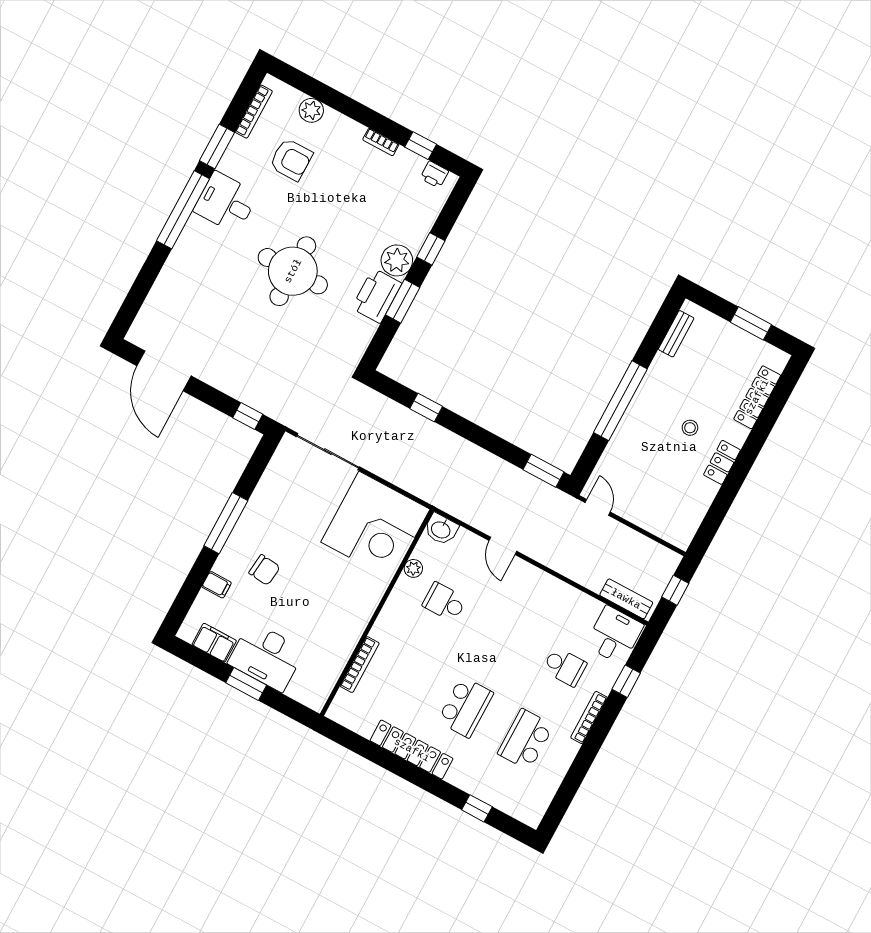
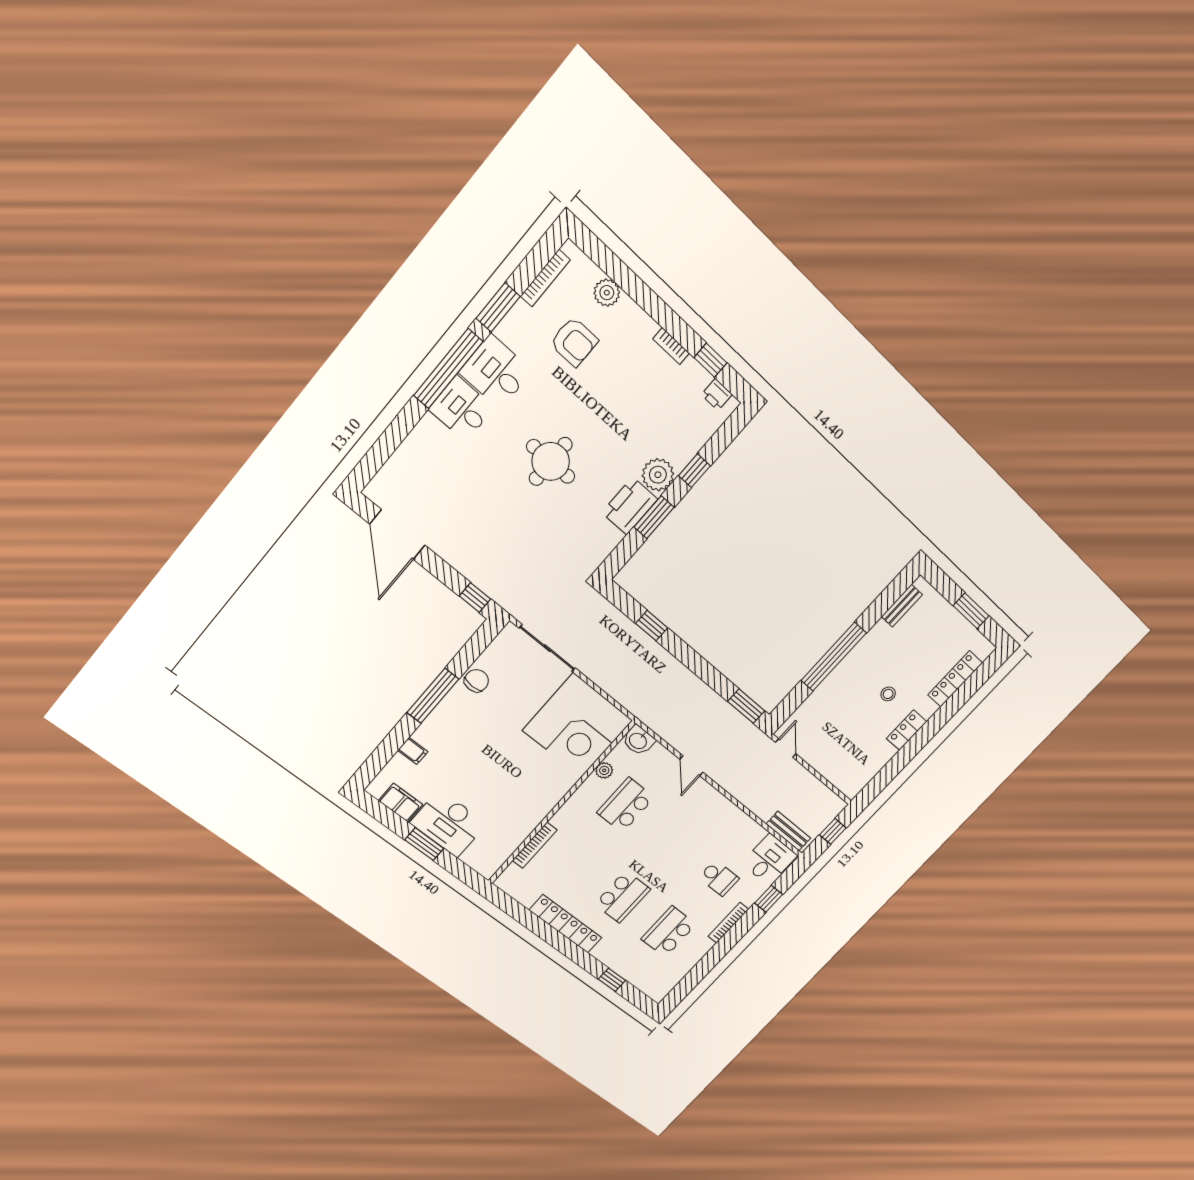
desk: (201, 242) -> (461, 409), added
round table: (293, 271) -> (551, 461), width x0.73, depth x0.73
chair: (264, 570) -> (476, 681), moved, turned -96
school desk: (444, 602) -> (626, 805), width x1.85

